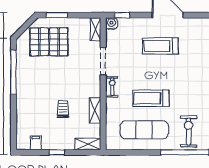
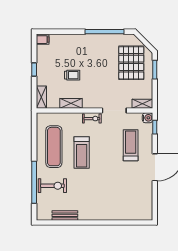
treadmill: (160, 46) -> (131, 145), moved
treadmill: (151, 98) -> (82, 153), turned 180
filing cabinet: (36, 143) -> (43, 40), moved

